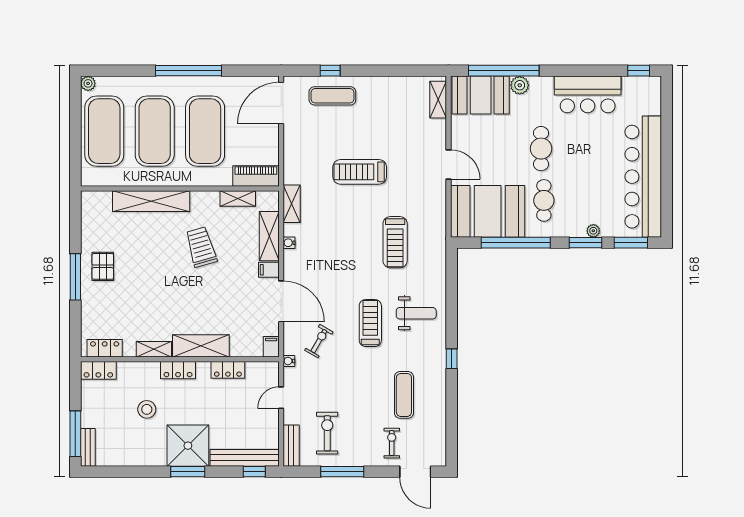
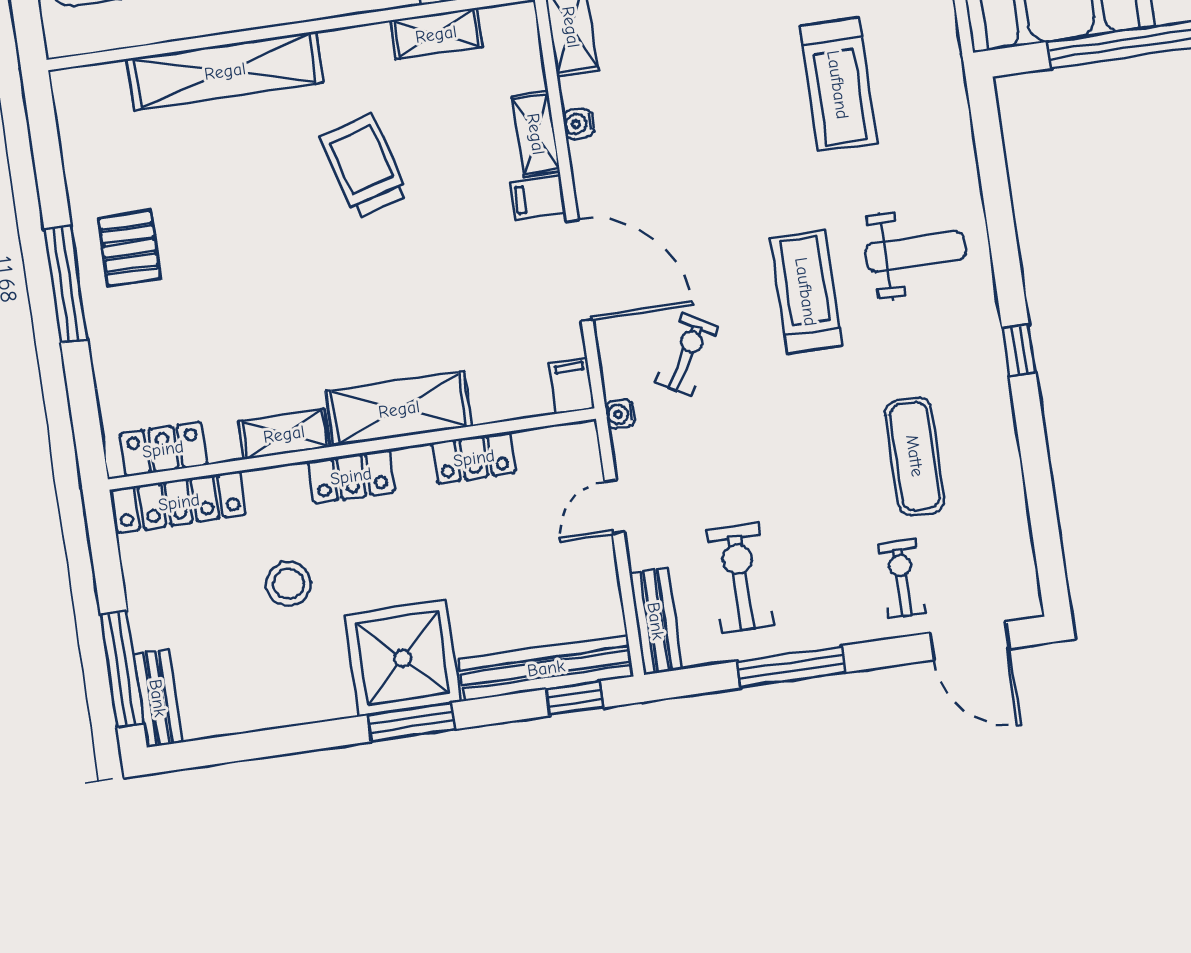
shelving: (269, 236) -> (536, 134), width x0.67, depth x0.75
locker: (98, 370) -> (179, 502), width x1.53

